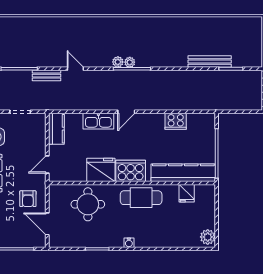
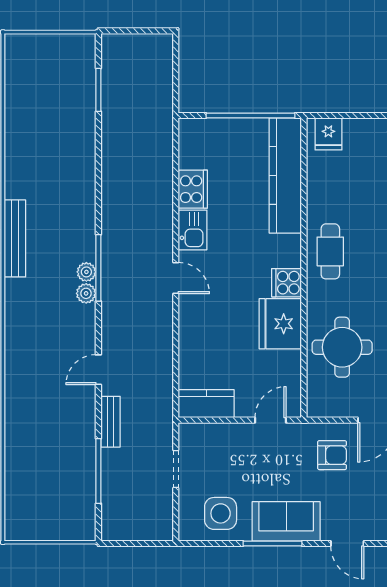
bench: (210, 61) -> (15, 238), moved
kitchen sink: (98, 121) -> (193, 230), moved, width x0.73
door: (47, 164) -> (271, 420), swing flipped
cooker: (131, 171) -> (287, 283), width x0.53, depth x0.76
fridge: (187, 193) -> (328, 134), moved, turned 90
cafe table: (141, 198) -> (330, 251), width x0.73, depth x0.74

